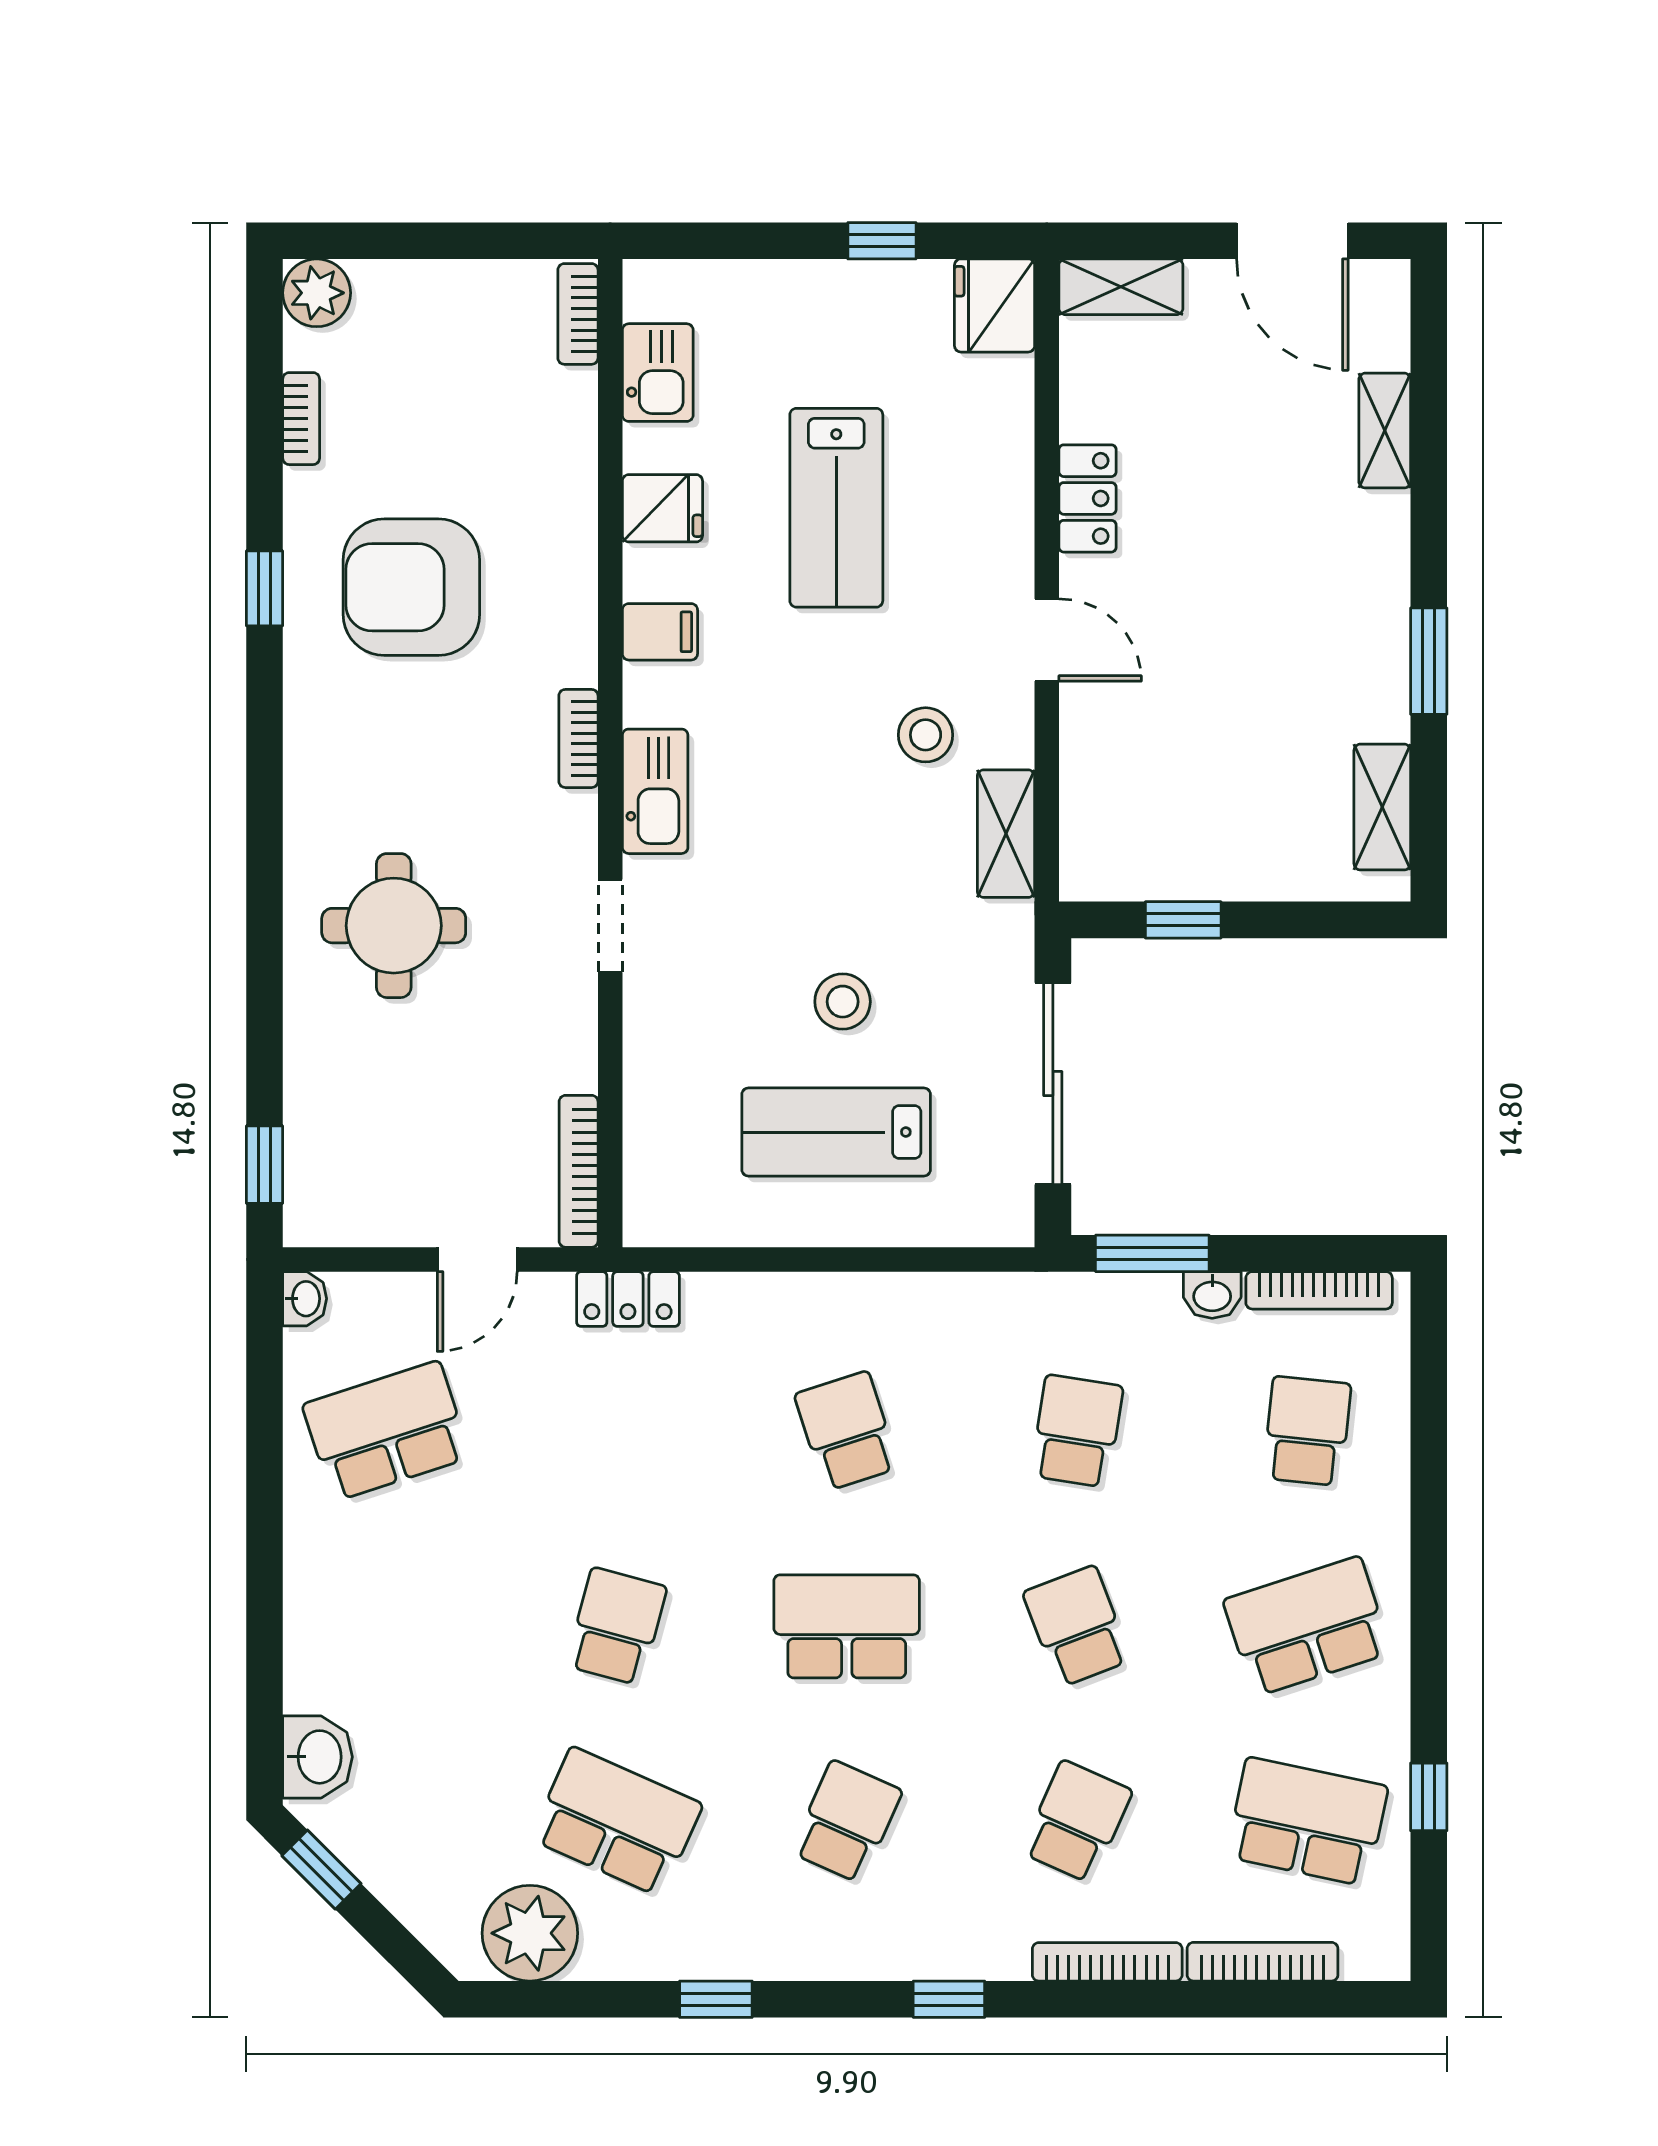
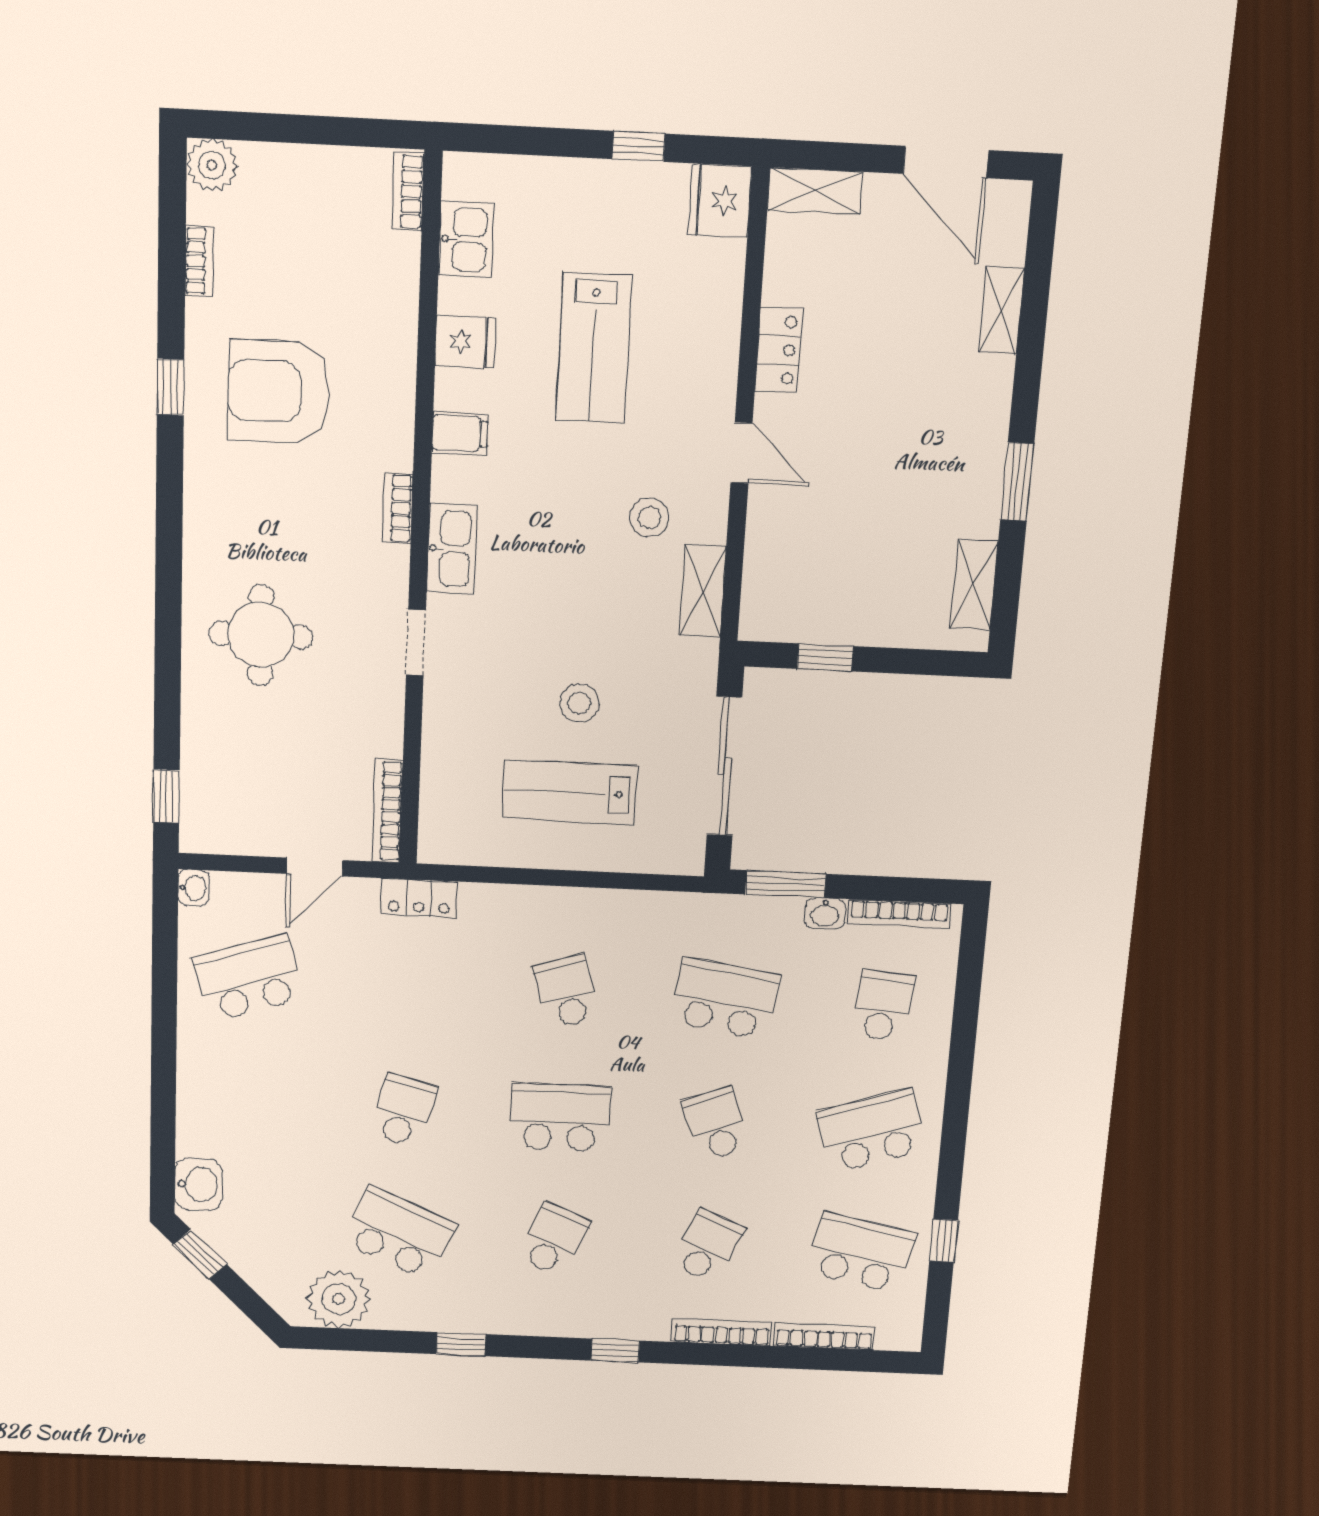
school desk: (1077, 1431) -> (725, 999), width x1.85

